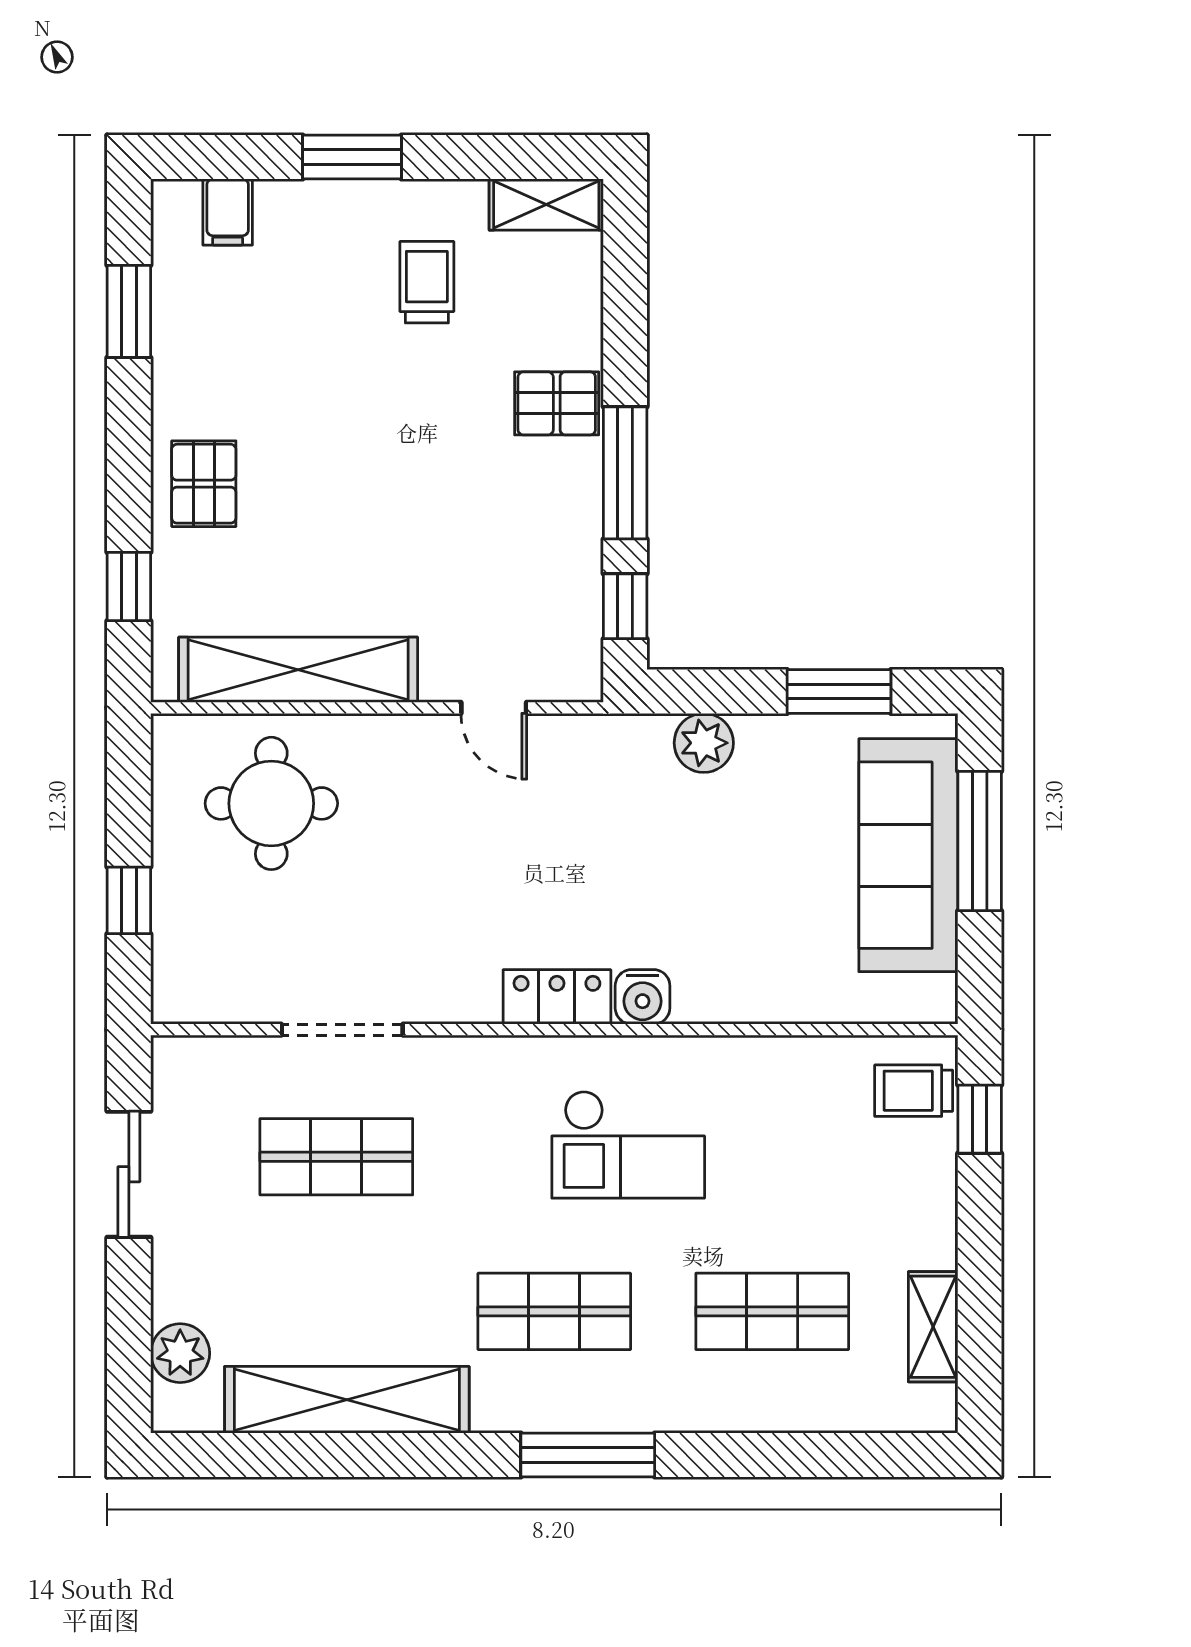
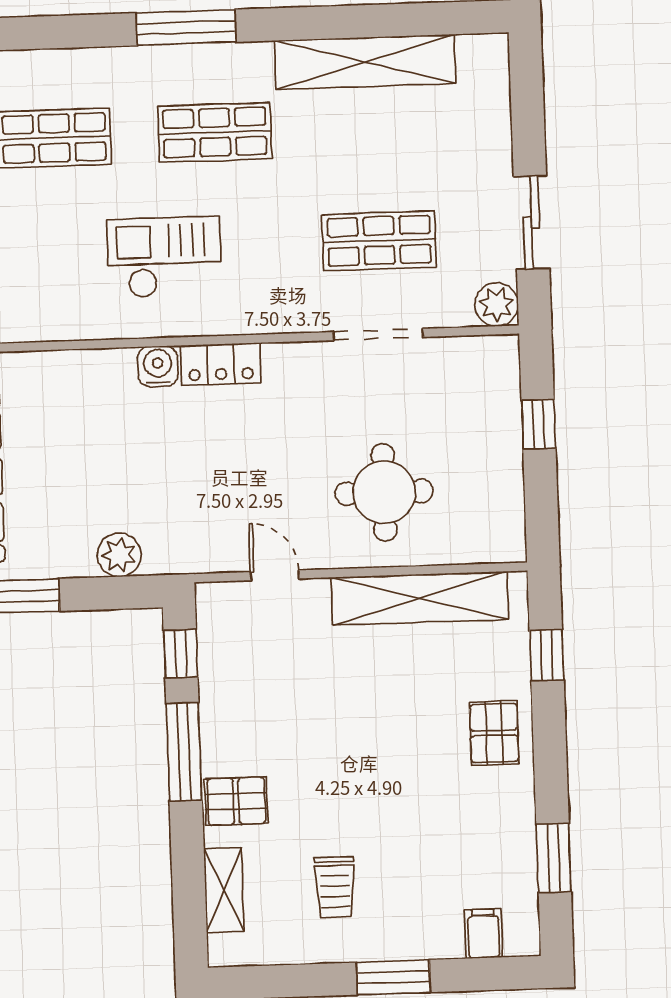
shelving: (546, 205) -> (224, 890), moved, turned 90
round table: (271, 803) -> (384, 492), moved
plant: (180, 1353) -> (497, 305), moved

